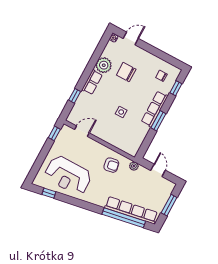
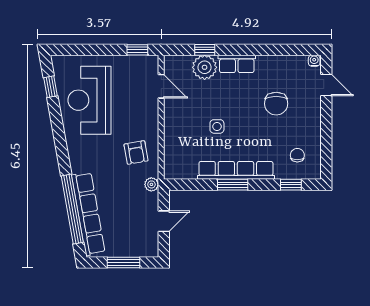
plant: (104, 65) -> (205, 67), moved
chair: (126, 72) -> (276, 104), turned 180
row of seats: (155, 109) -> (236, 170), width x1.36

